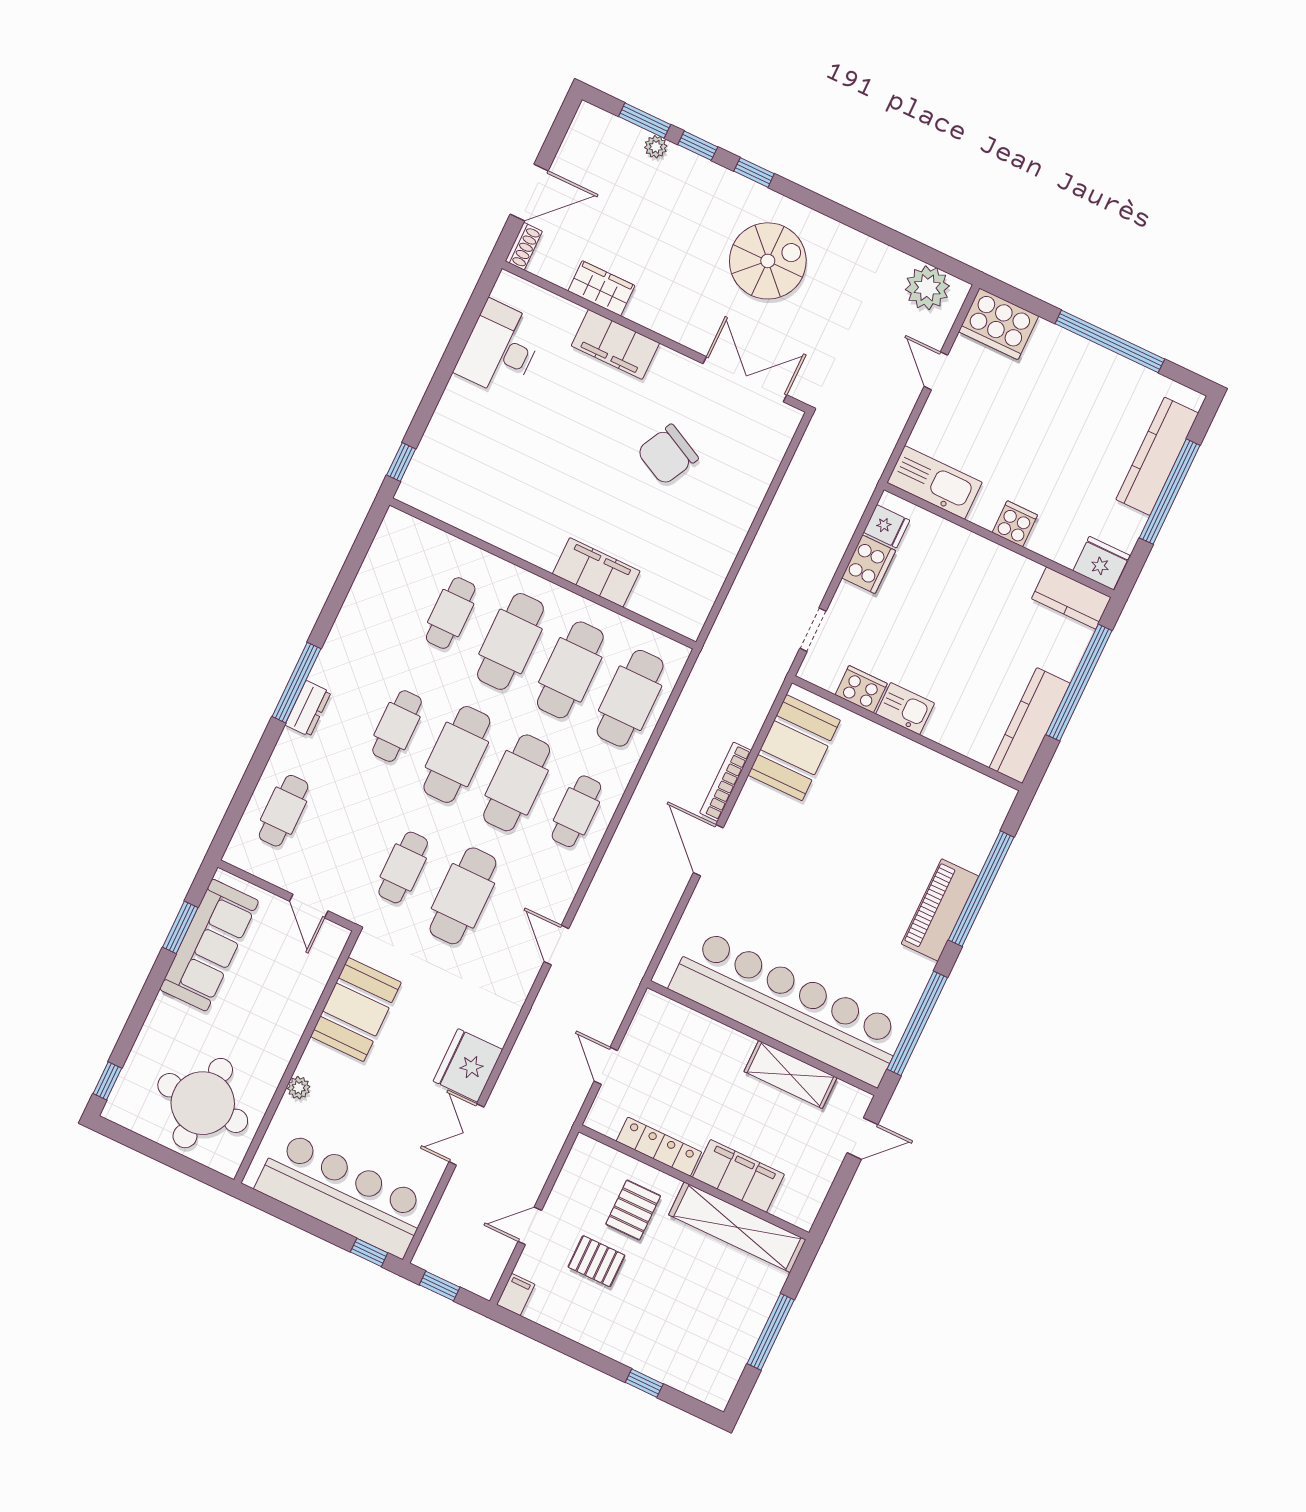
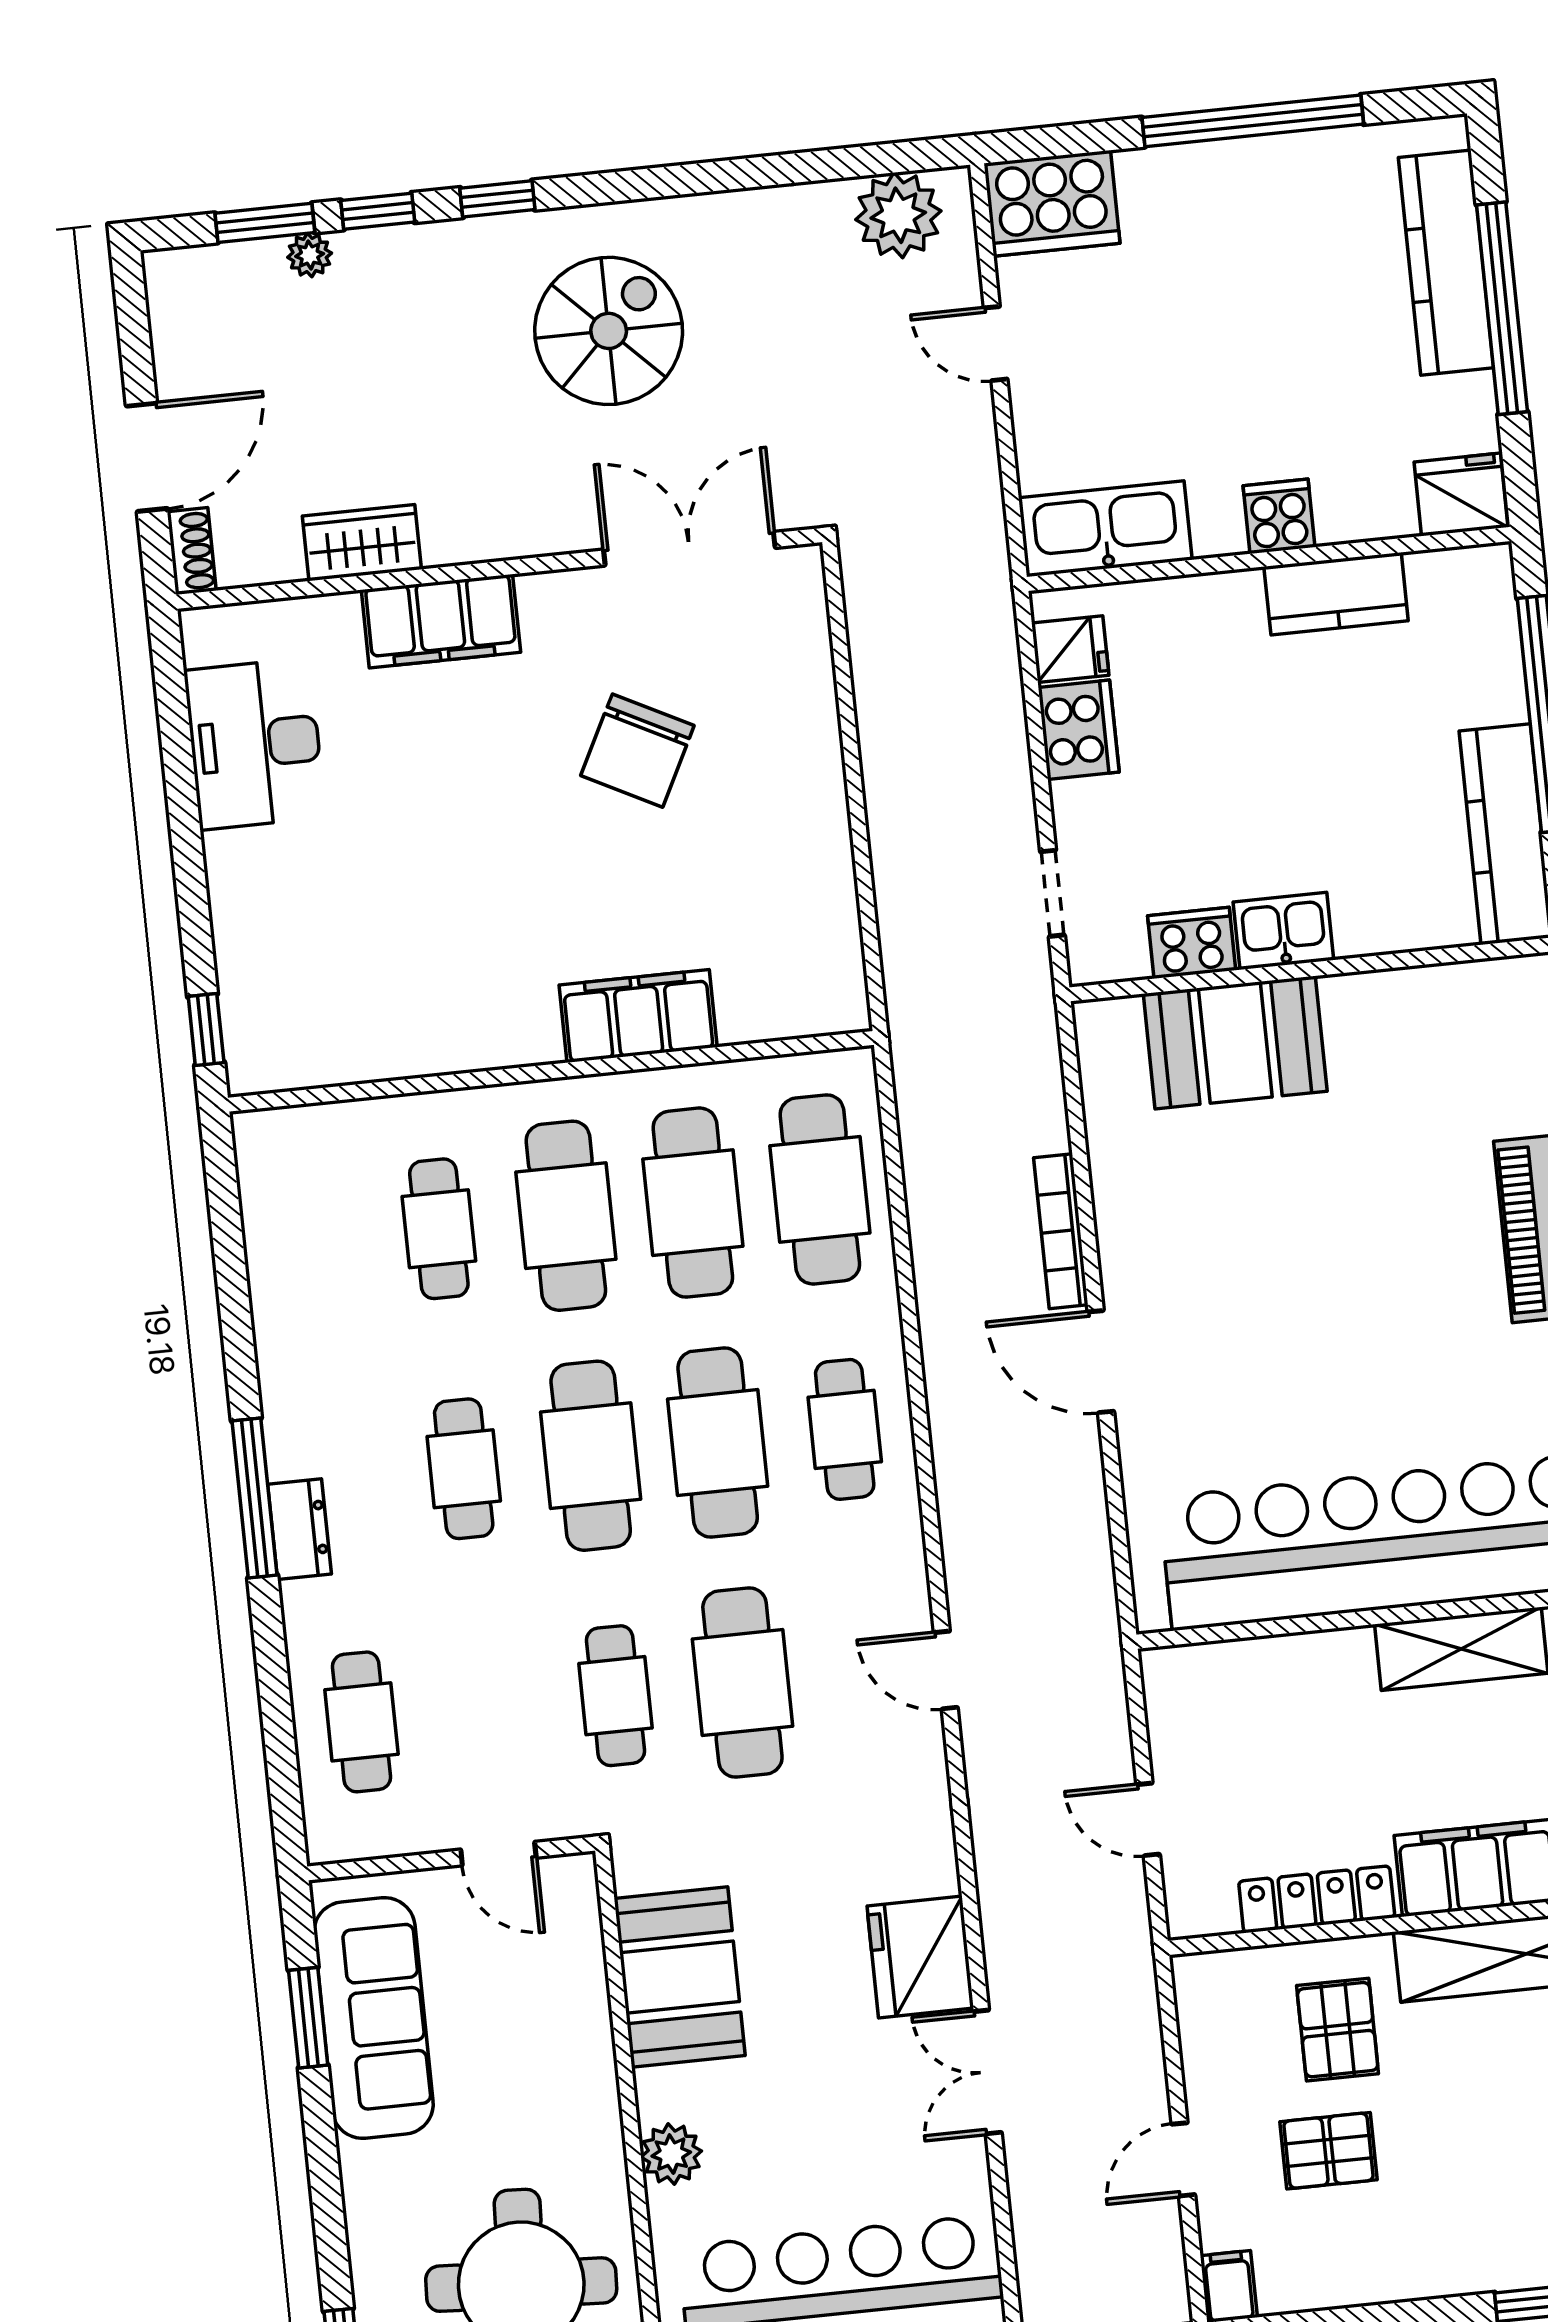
kitchen counter: (1071, 598) -> (1336, 594), moved
booth: (794, 748) -> (1235, 1043), moved, turned 90
plant: (299, 1088) -> (671, 2154), width x1.38, depth x1.38

